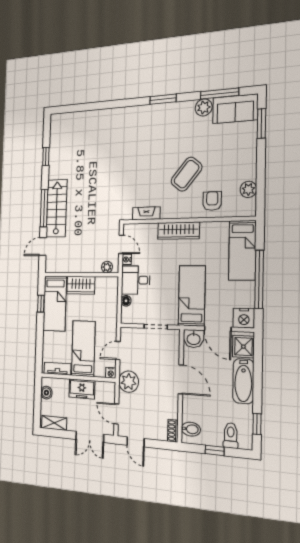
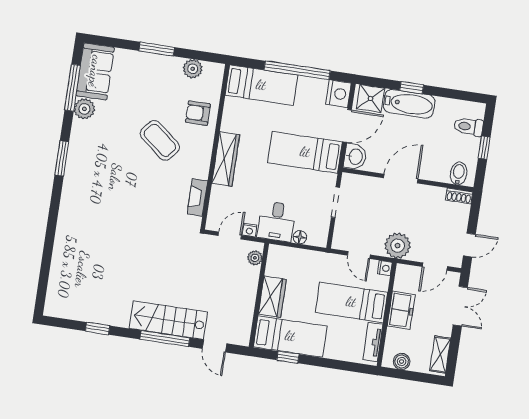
window: (261, 123) -> (157, 49), moved
window: (257, 424) -> (412, 88), moved

